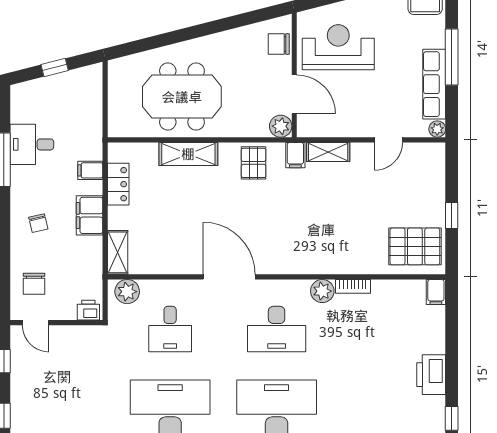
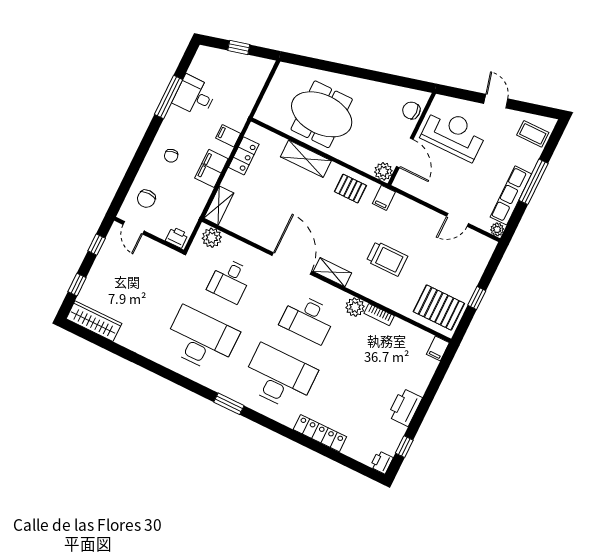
shelving: (328, 152) -> (332, 272), moved
pallet: (254, 163) -> (350, 189), turned 90
trolley: (332, 220) -> (387, 259), added

